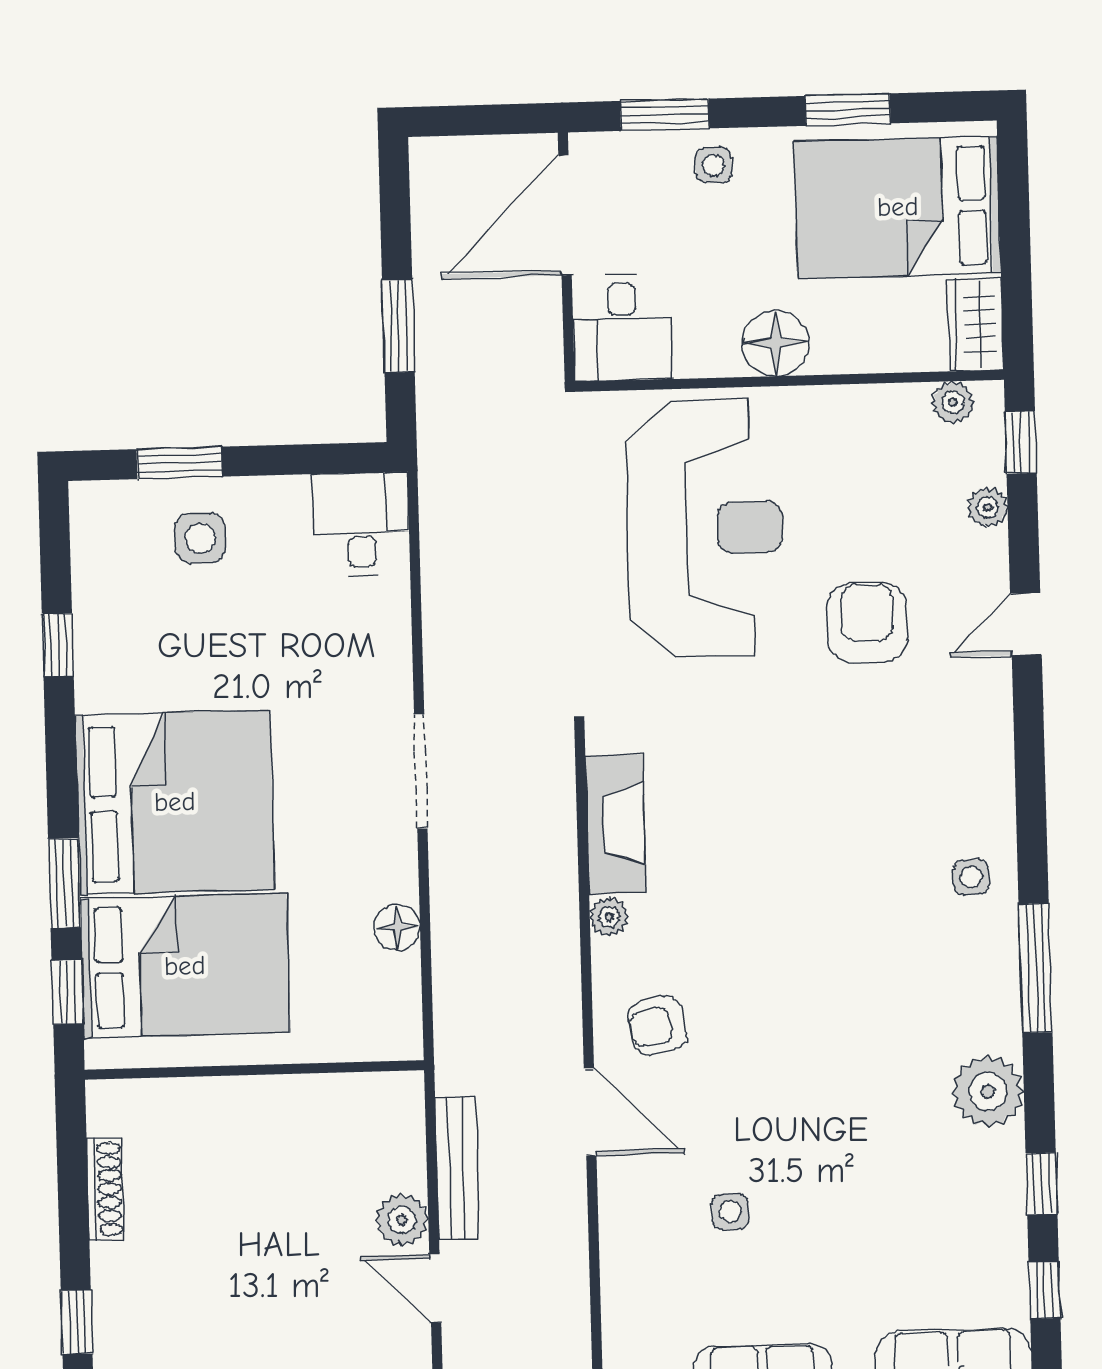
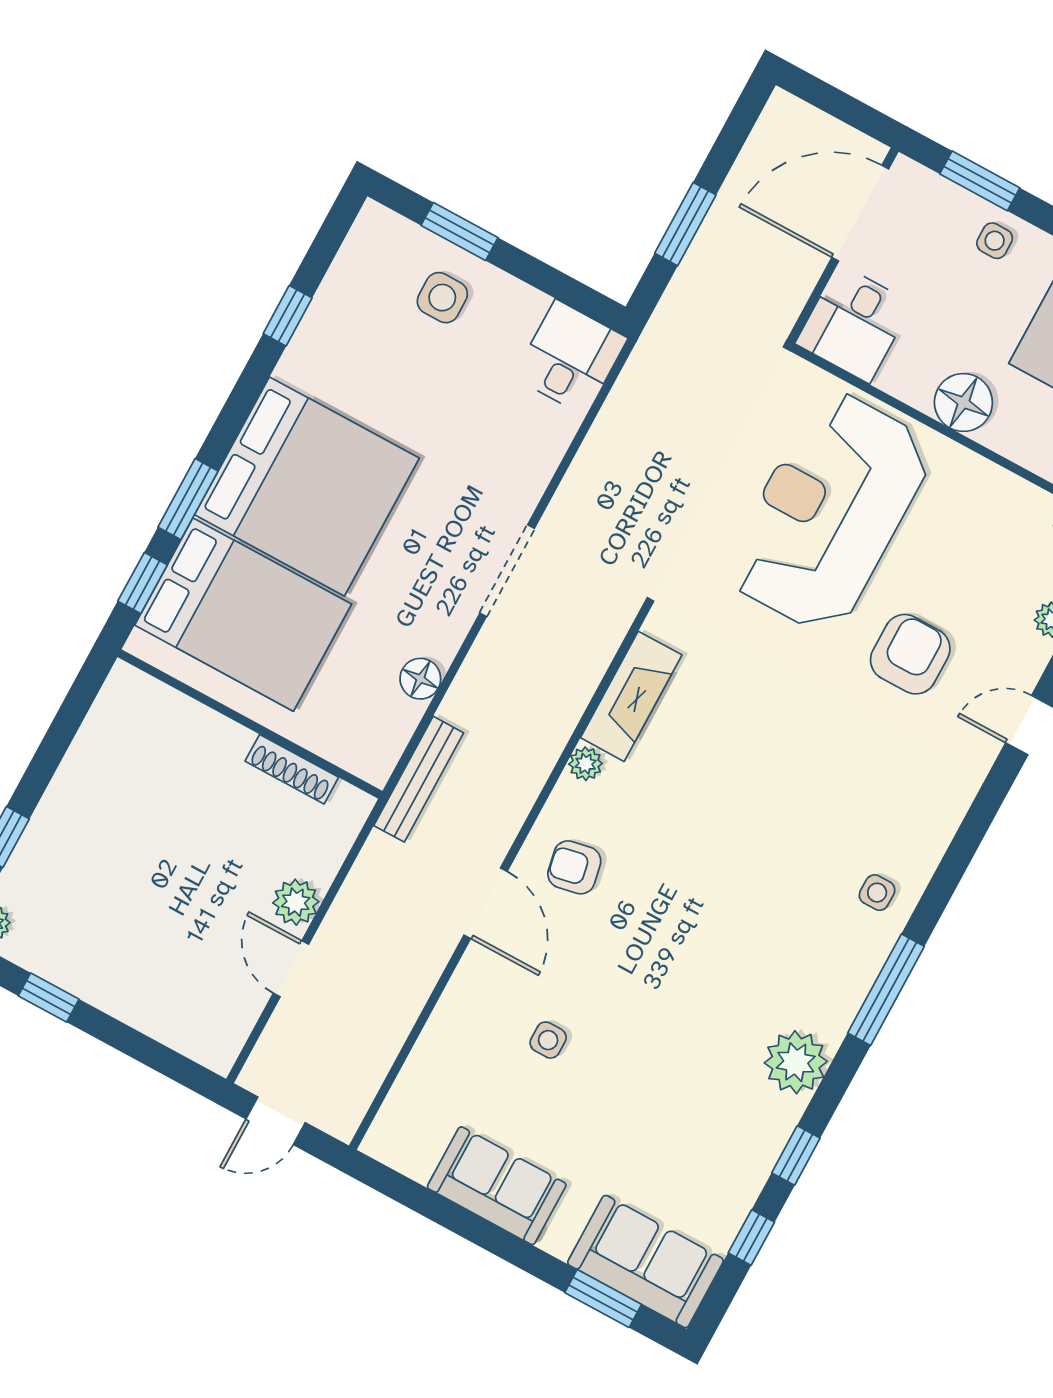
reception desk: (705, 528) -> (829, 512), turned 180
bench: (457, 1169) -> (419, 779), moved
shoe rack: (105, 1189) -> (292, 769), moved, turned 90

